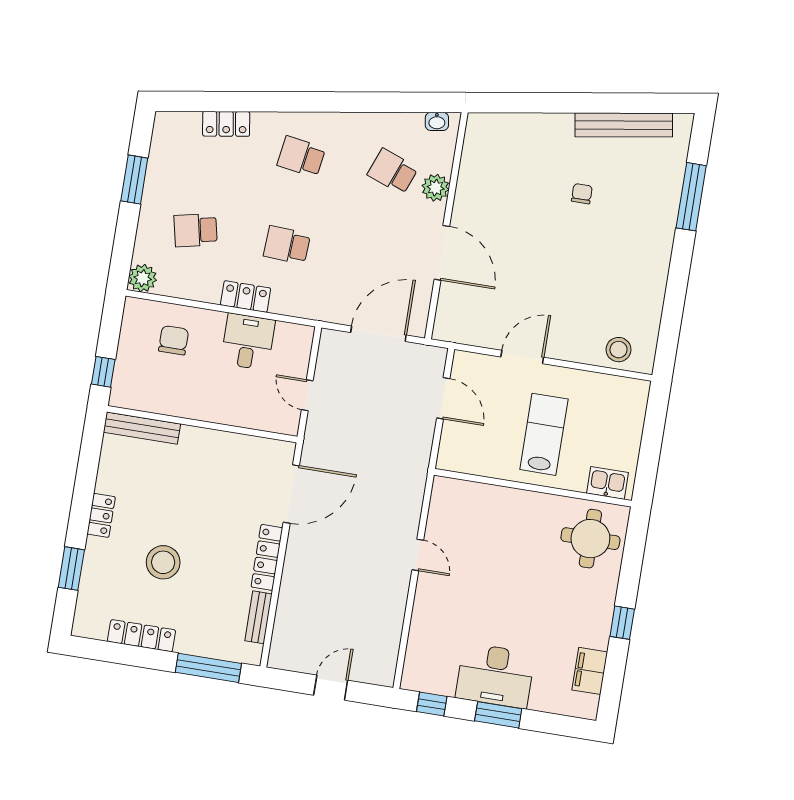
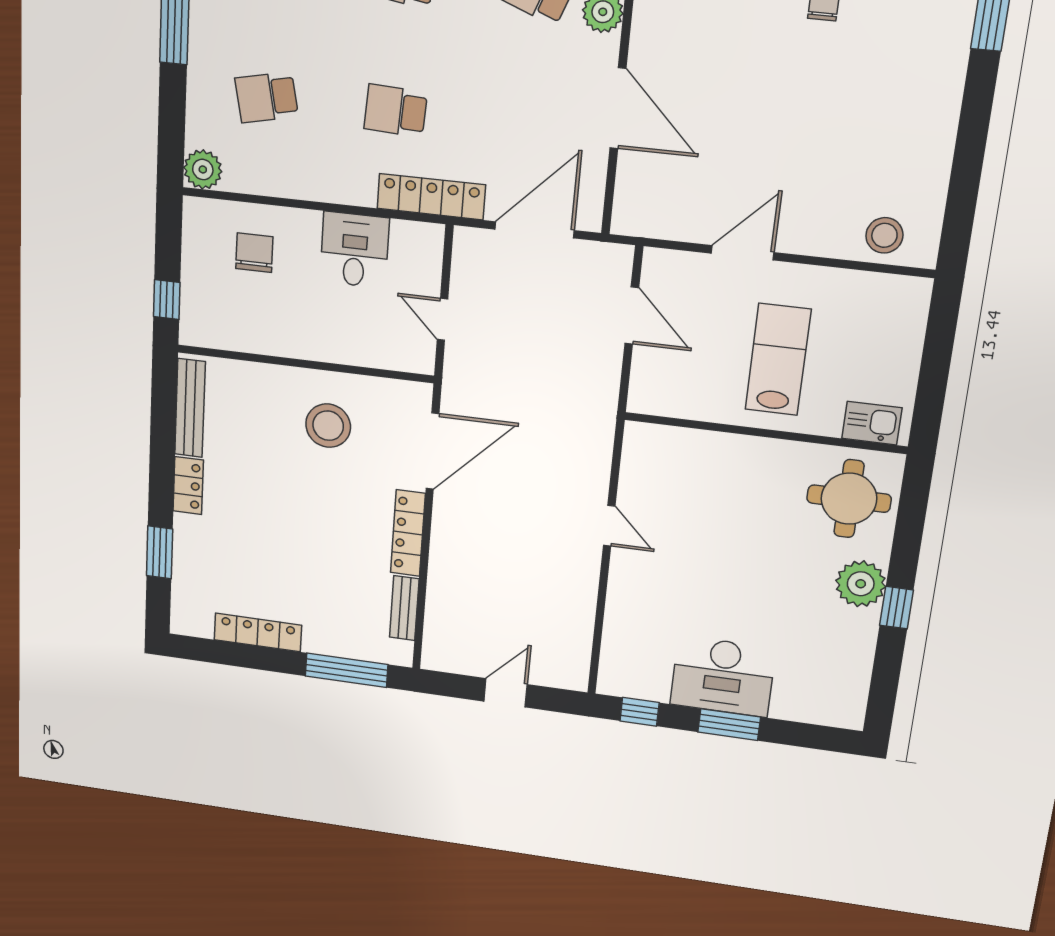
locker: (246, 297) -> (431, 197), moved, width x1.53
bench: (142, 428) -> (190, 408), moved, turned 90
stool: (163, 562) -> (328, 426), moved
plant: (597, 604) -> (861, 584), added
filing cabinet: (590, 671) -> (852, 670), removed

